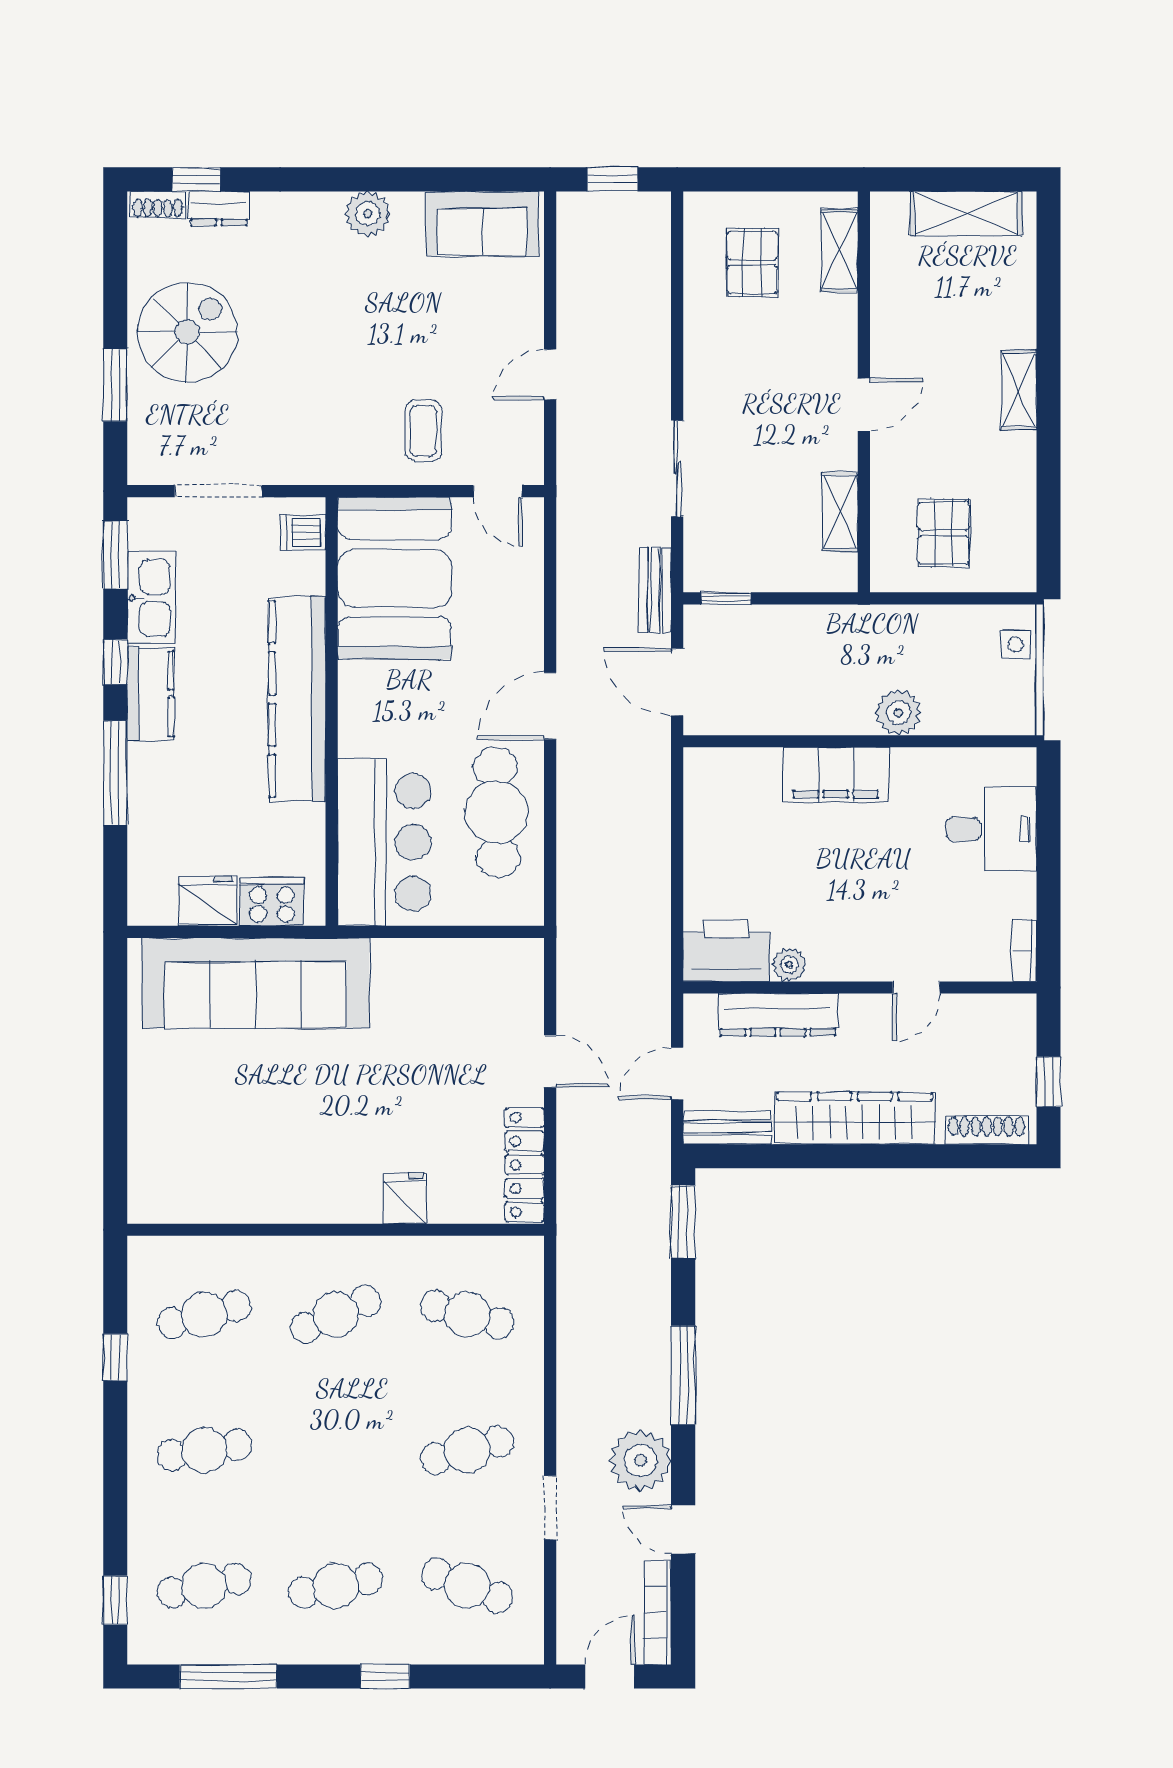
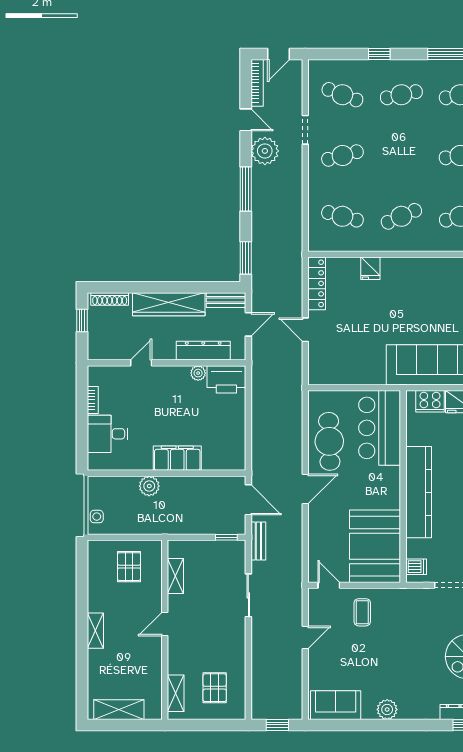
bookcase: (1024, 951) -> (93, 400), moved

